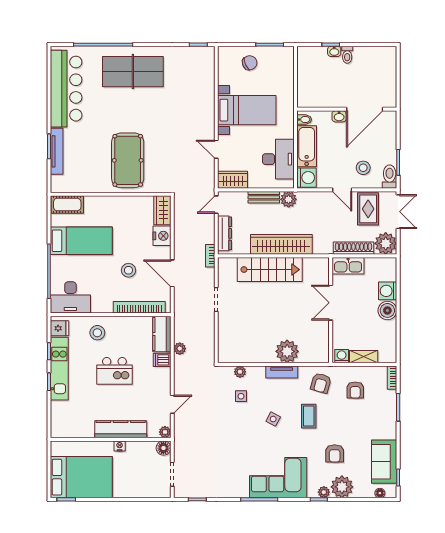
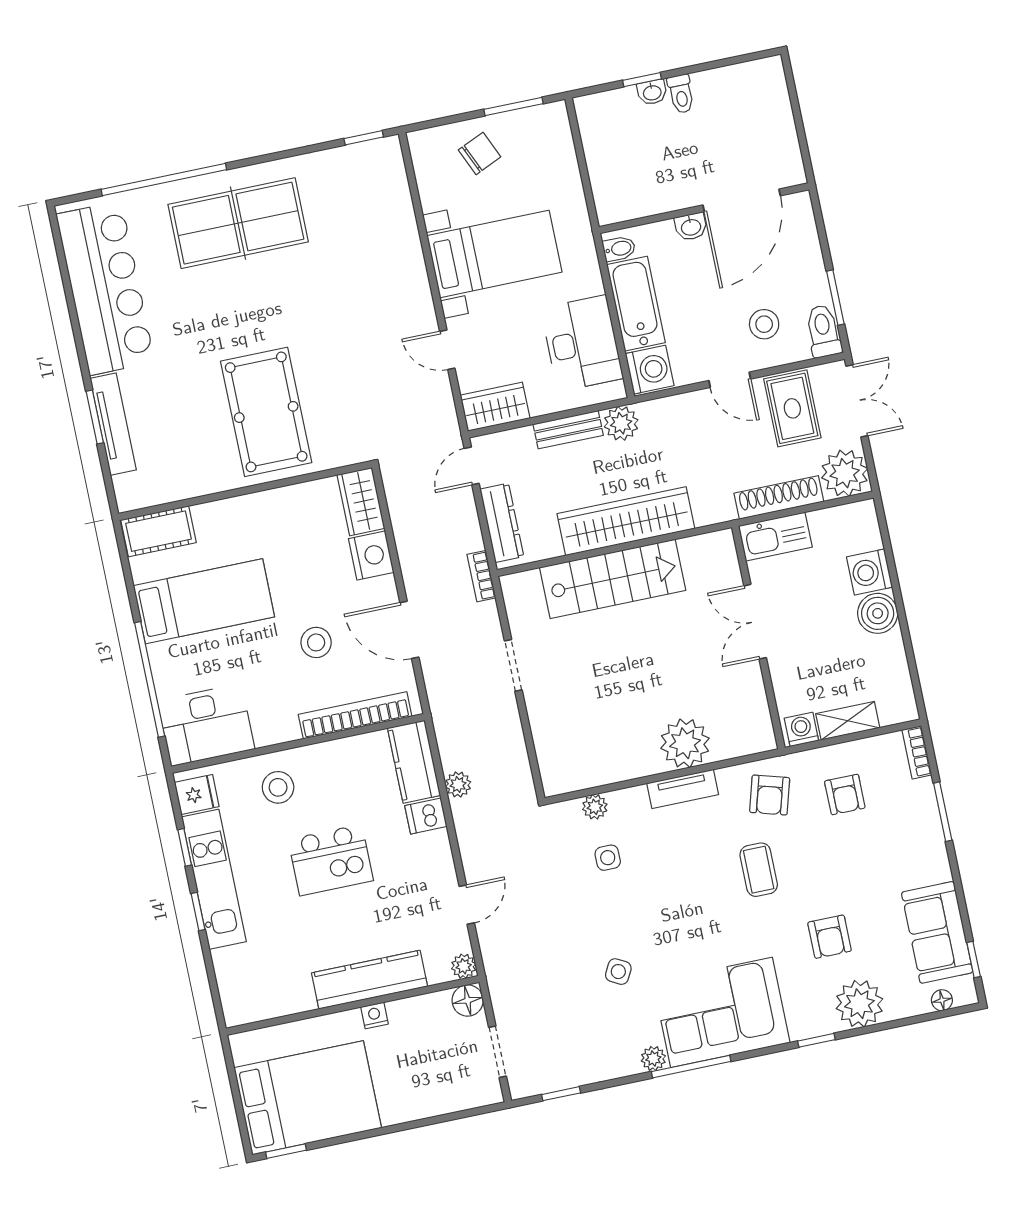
side table: (273, 419) -> (618, 972), moved
plant: (324, 492) -> (653, 1058), moved

